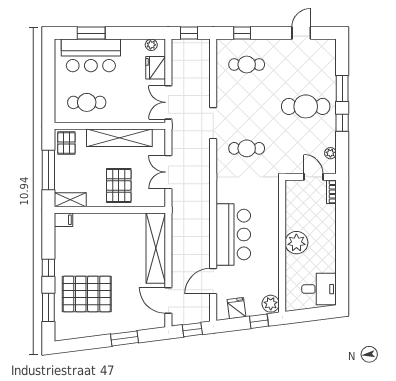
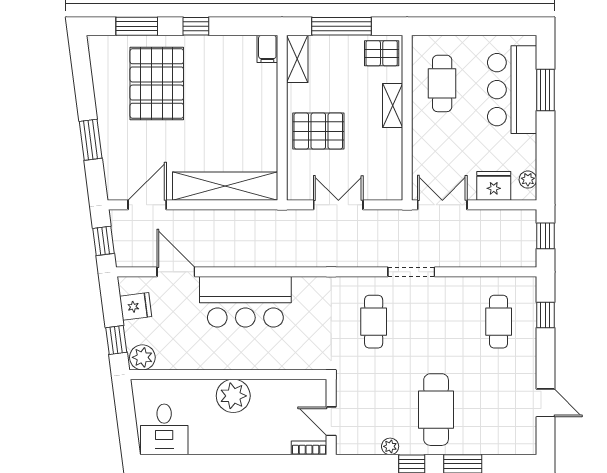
shelving: (119, 138) -> (393, 106), width x0.45, depth x0.75
plant: (330, 153) -> (390, 446), moved
door: (313, 177) -> (331, 421), swing flipped

